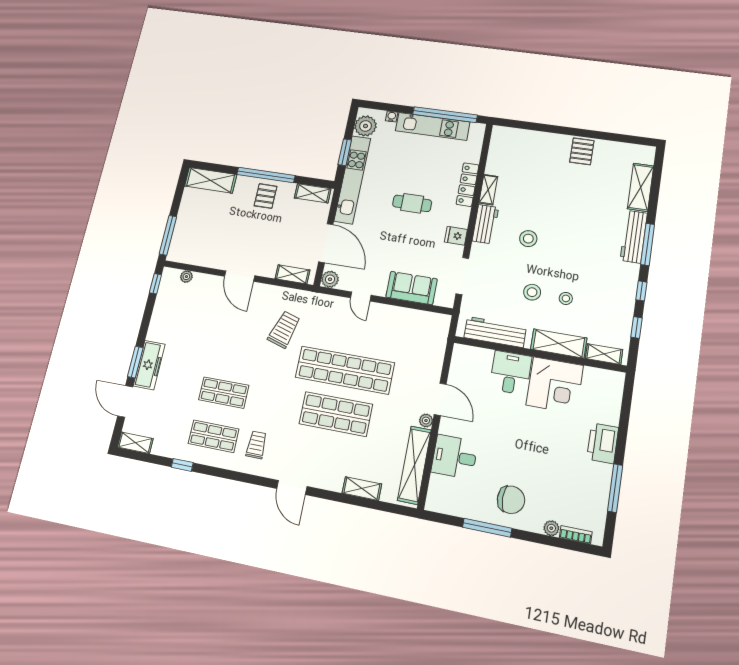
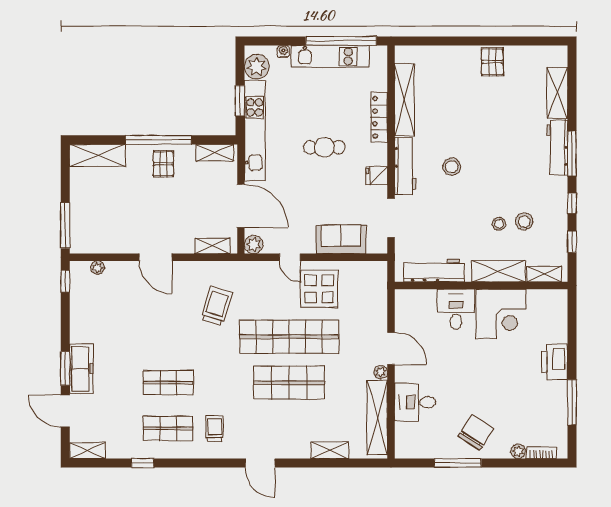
shelving: (488, 190) -> (404, 100), width x2.20, depth x1.33
workbench: (485, 224) -> (405, 166), width x1.38
stool: (532, 292) -> (524, 221), moved
display table: (382, 330) -> (319, 289), added
chair: (511, 500) -> (476, 432), turned -57

